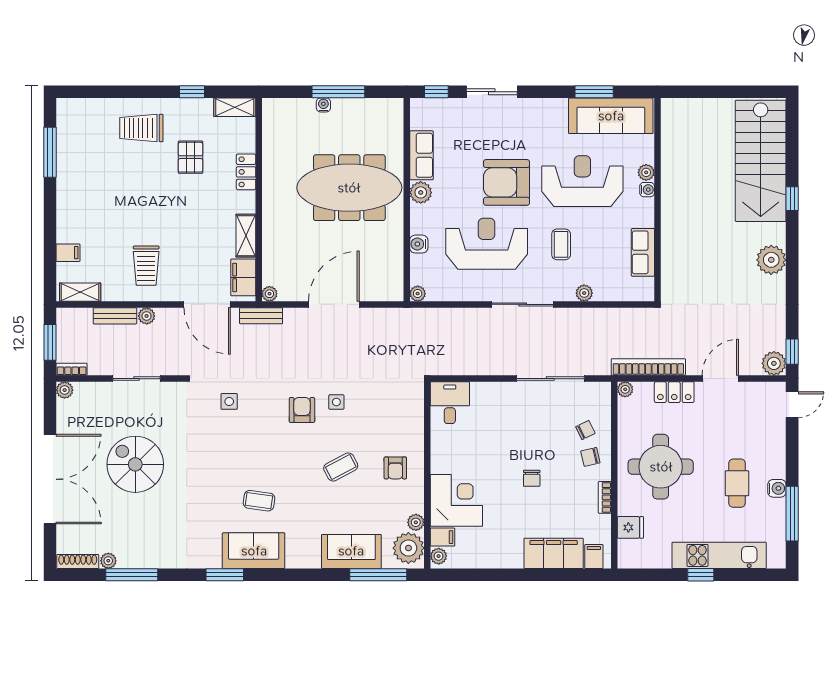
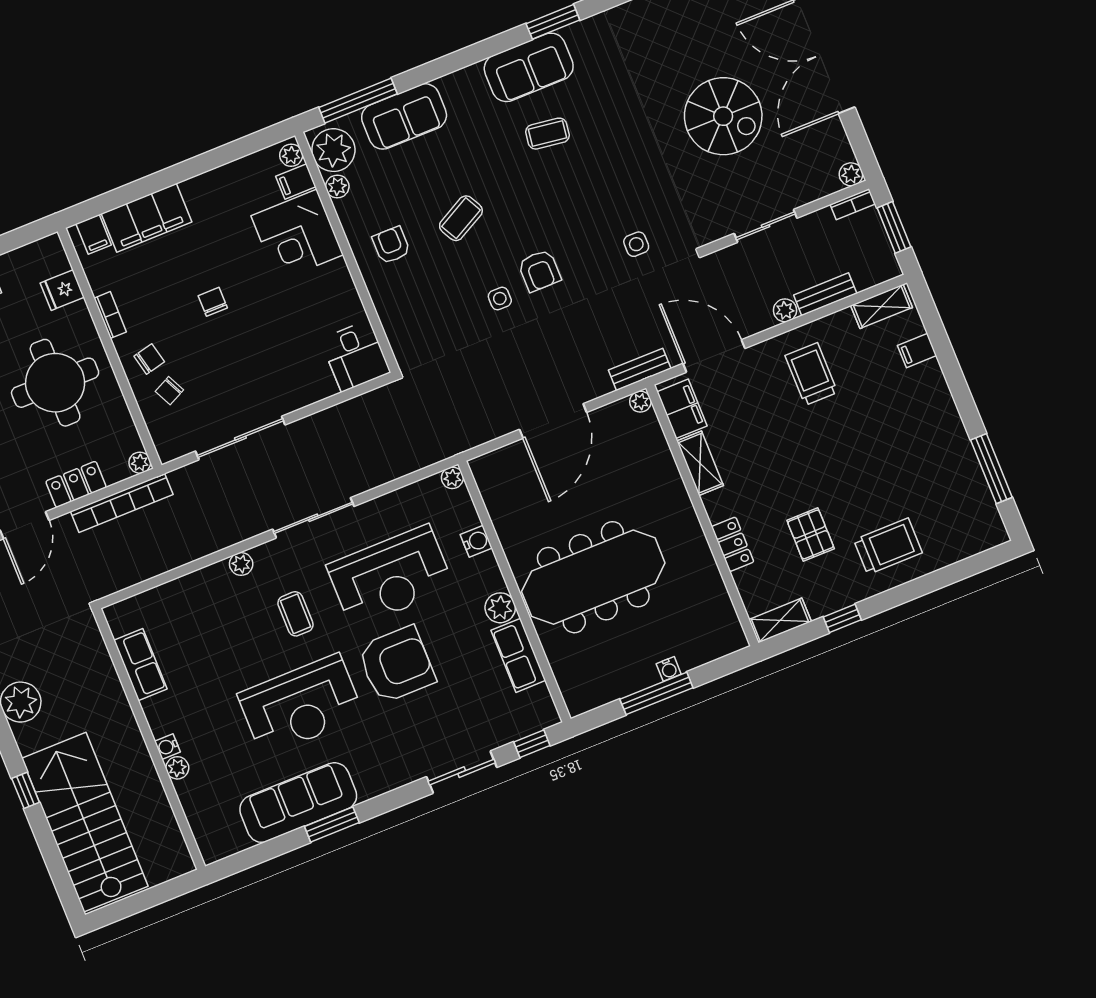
plant: (646, 172) -> (177, 768), moved
water cooler: (647, 190) -> (167, 747), moved
wall: (657, 200) -> (149, 739), moved
row of seats: (643, 252) -> (140, 665), moved

